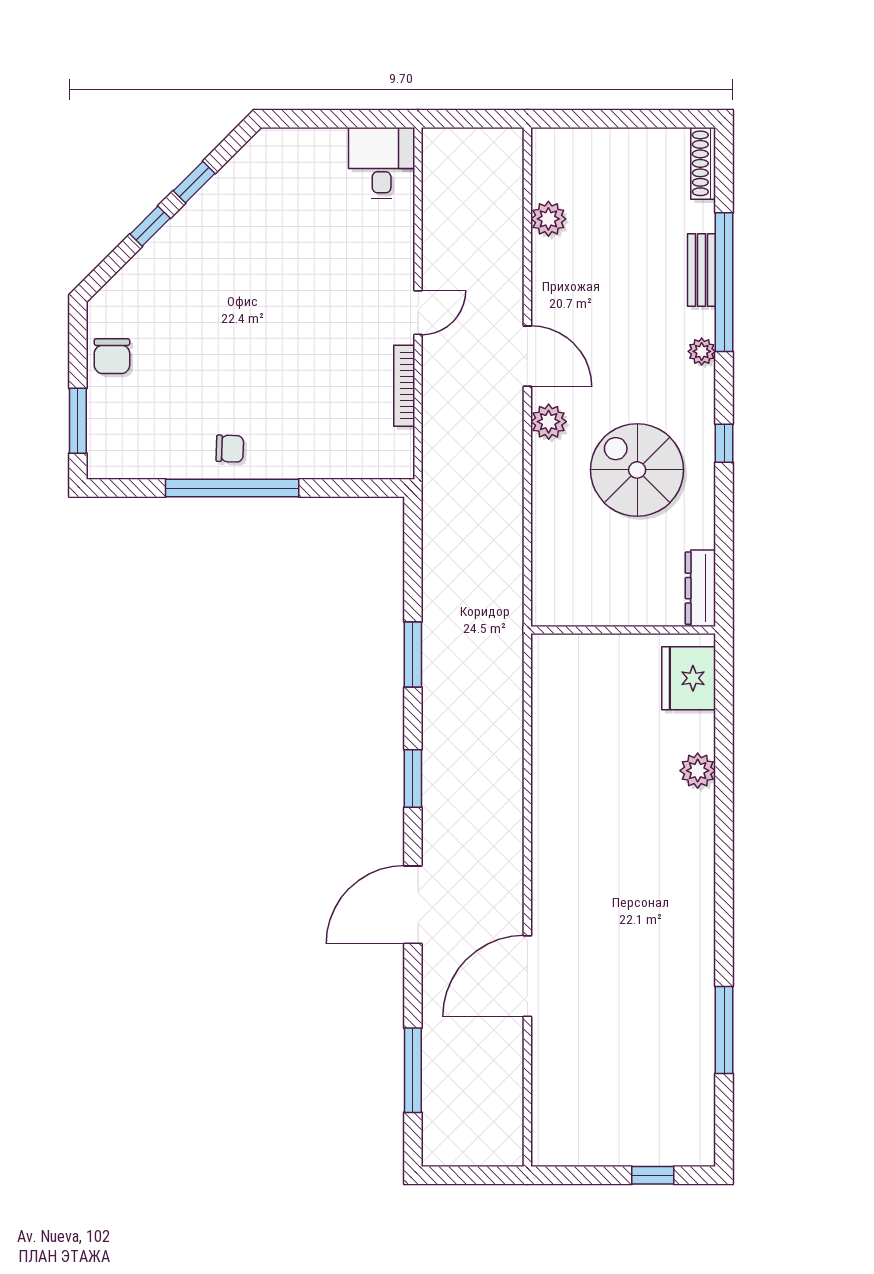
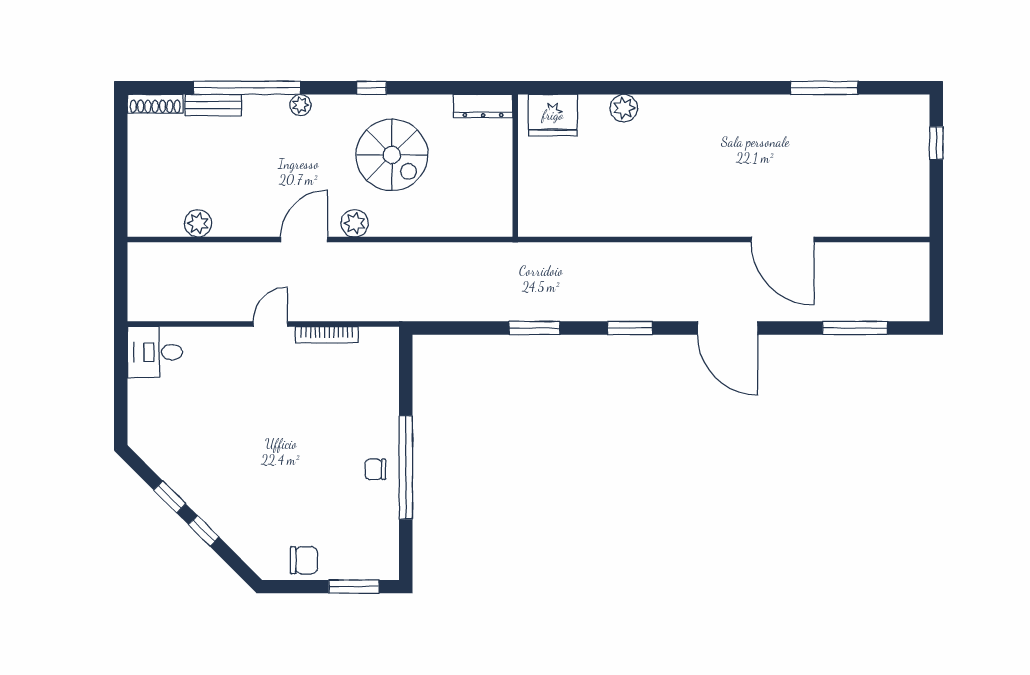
bench: (702, 270) -> (213, 105), moved
door: (418, 313) -> (270, 324), hinge flipped
chair: (230, 449) -> (375, 469), turned -92
spiral stairs: (637, 470) -> (392, 155), turned -90

